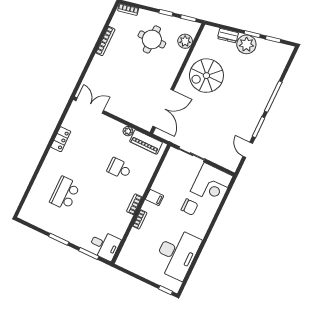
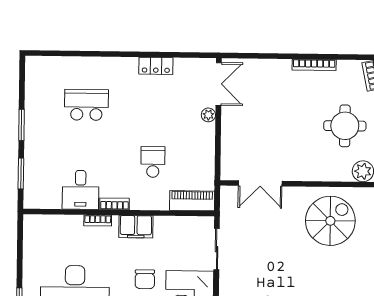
spiral stairs: (206, 76) -> (330, 221), turned 90
double door: (163, 108) -> (260, 183), width x0.73
plant: (128, 131) -> (208, 115), moved
piano: (146, 142) -> (192, 201), moved, turned 90
filing cabinet: (154, 198) -> (136, 227), width x2.00
desk: (104, 245) -> (81, 190), moved

